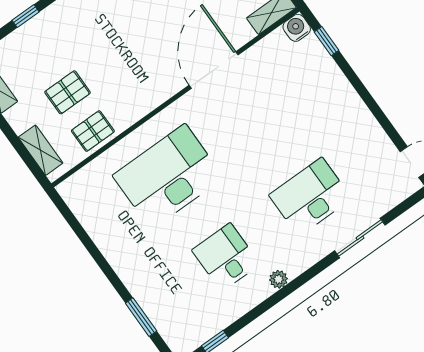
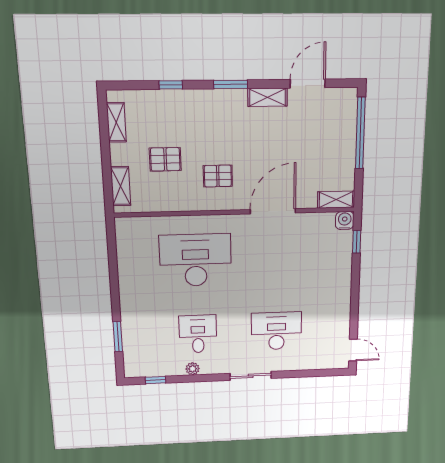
pallet: (93, 131) -> (218, 176), moved
sliding door: (360, 238) -> (251, 376), moved
plant: (278, 279) -> (193, 369), moved

